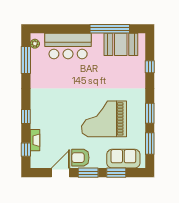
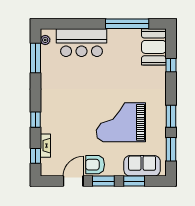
booth: (121, 44) -> (154, 47), moved, turned 90

